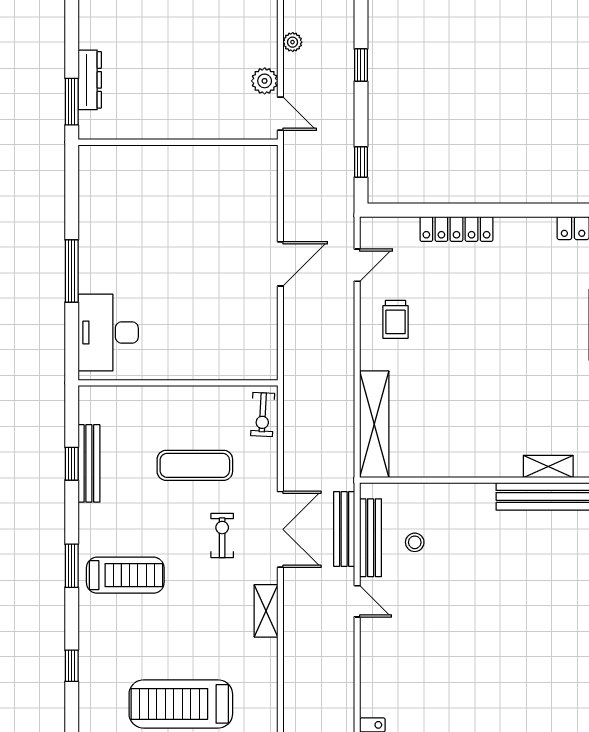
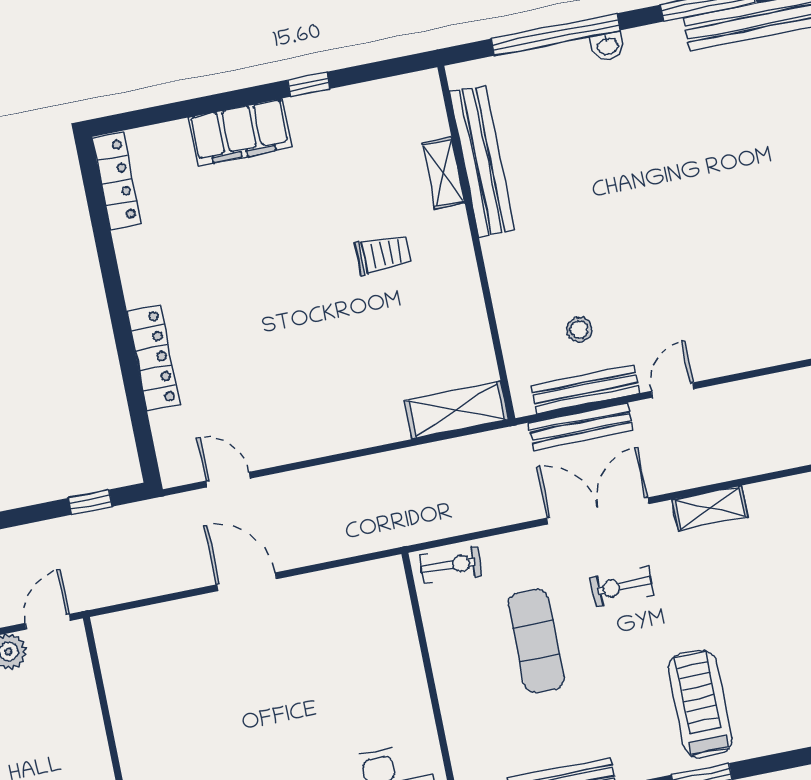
trolley: (395, 319) -> (383, 254), moved
shelving: (374, 424) -> (456, 410), width x0.68

